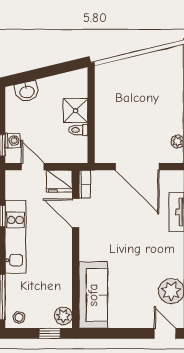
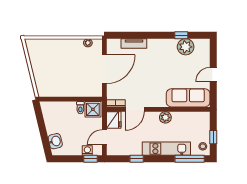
shower: (76, 111) -> (93, 109), moved
kitchen unit: (15, 237) -> (166, 149), moved
plant: (63, 316) -> (165, 117), moved
window: (50, 333) -> (213, 137), moved
door: (165, 333) -> (213, 75), moved

